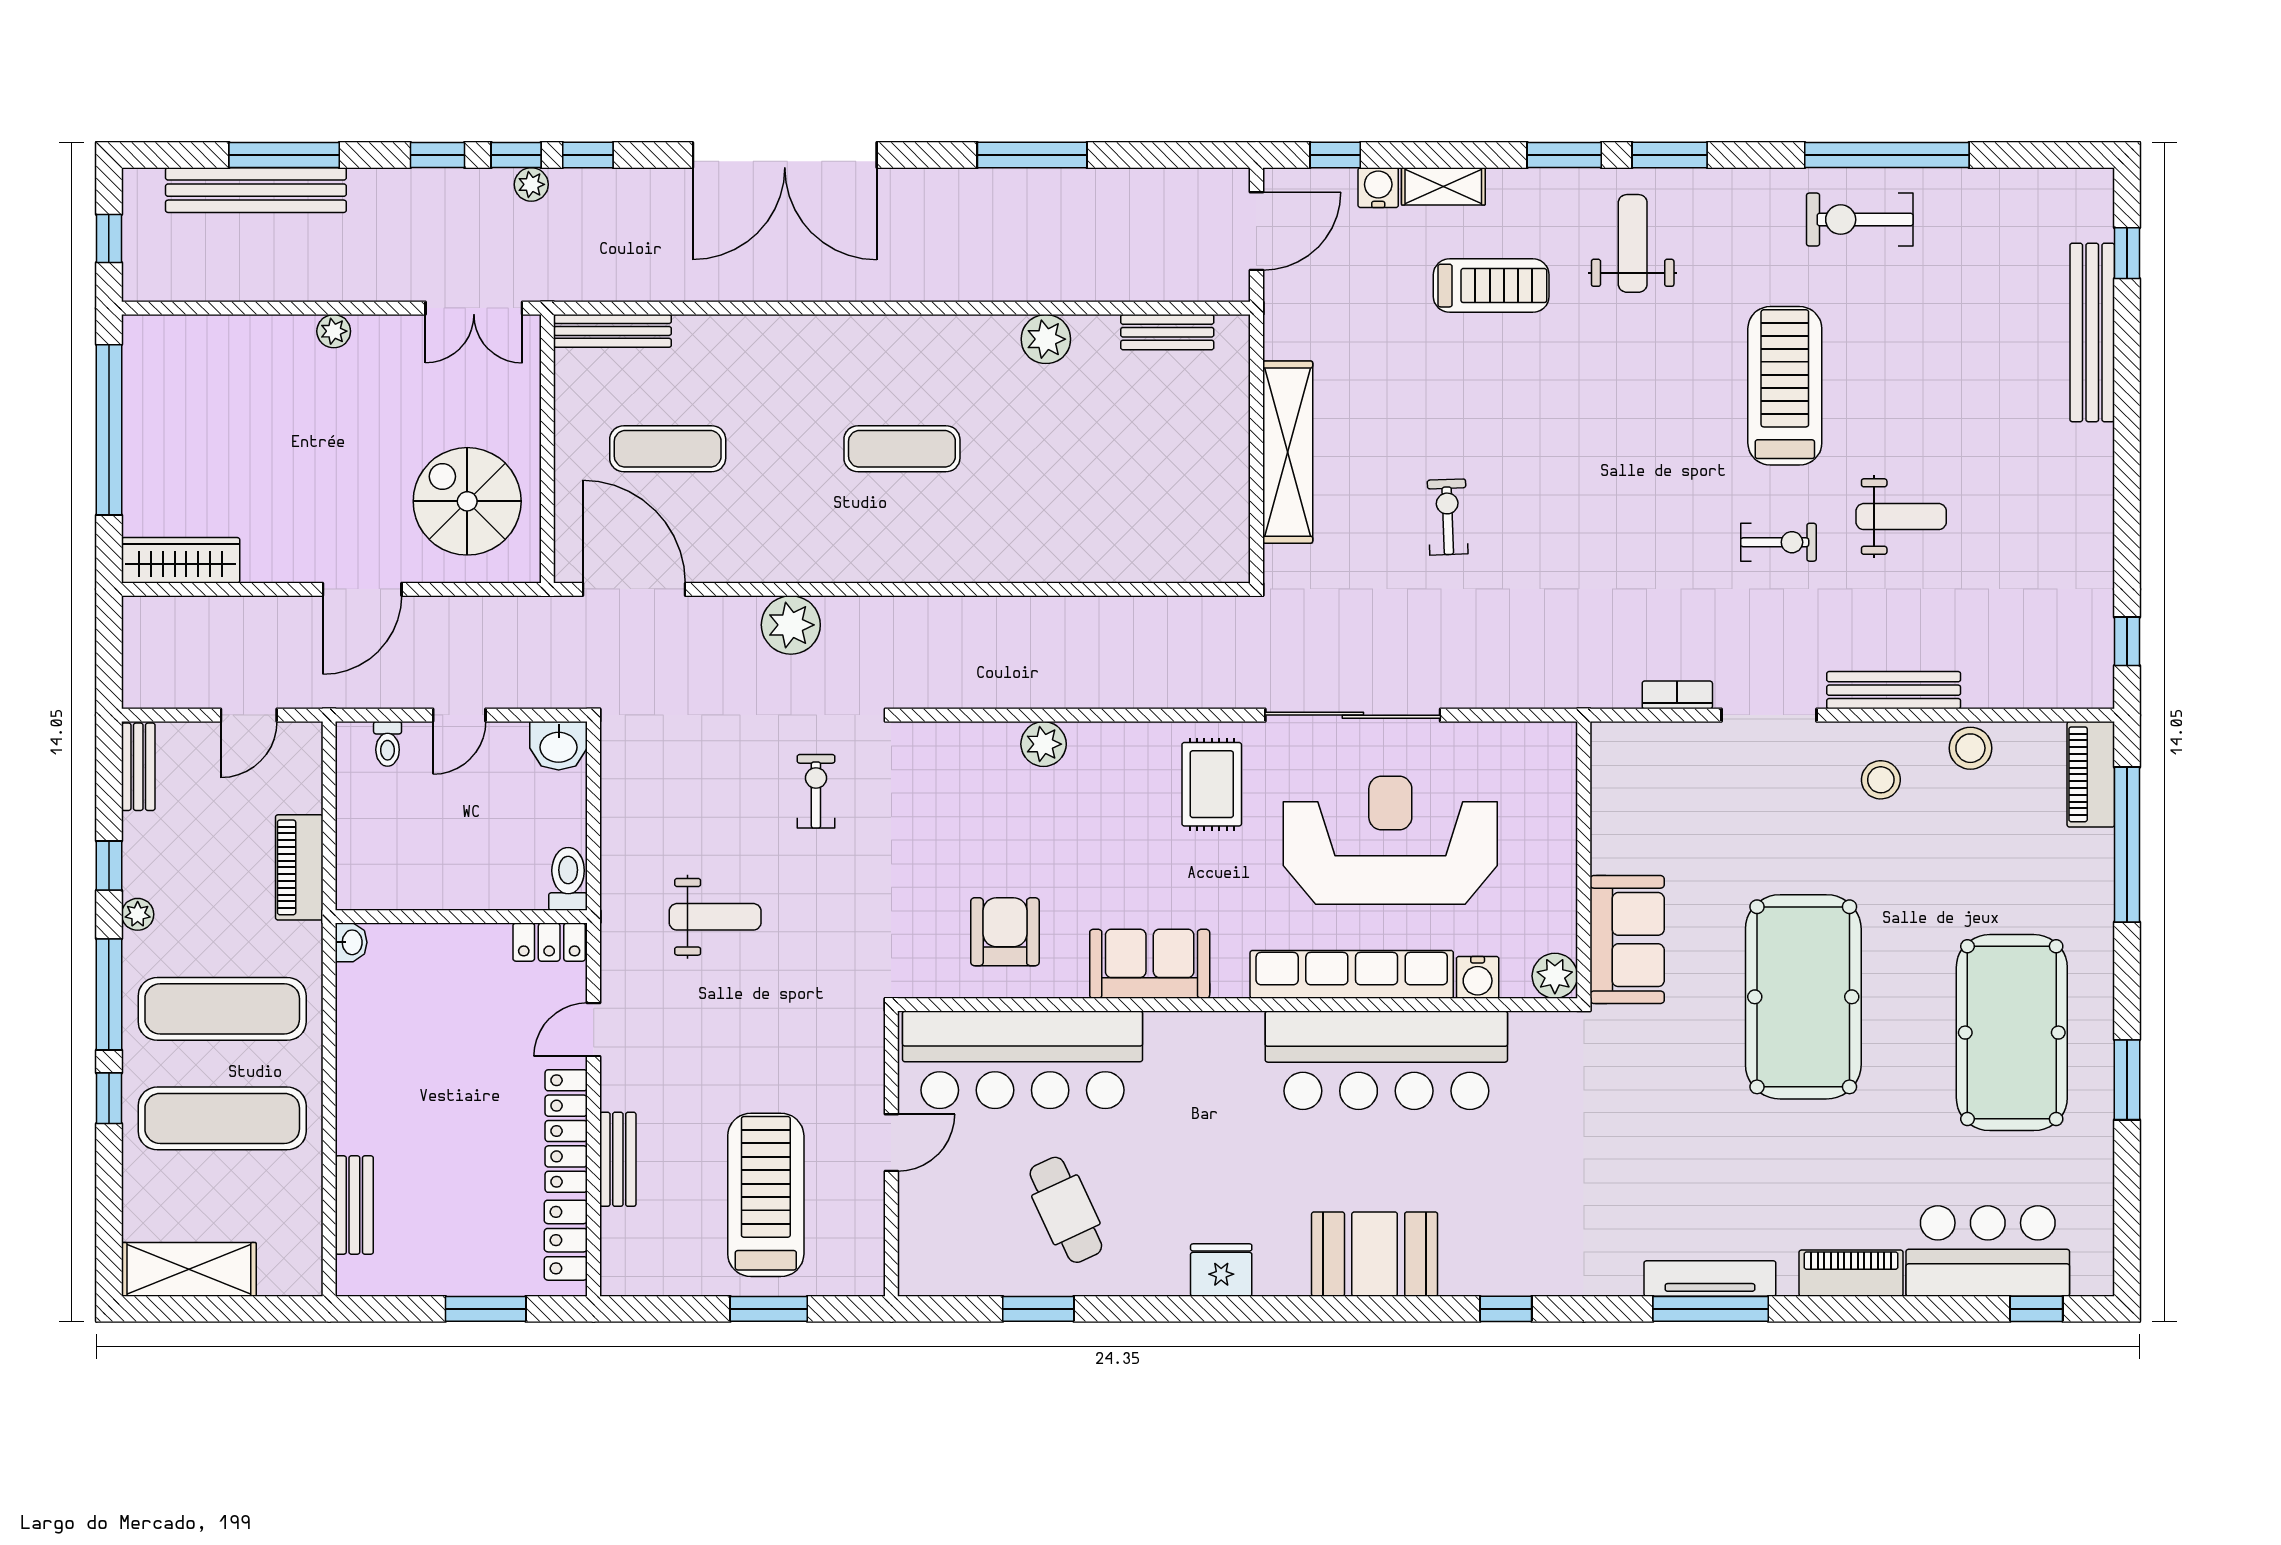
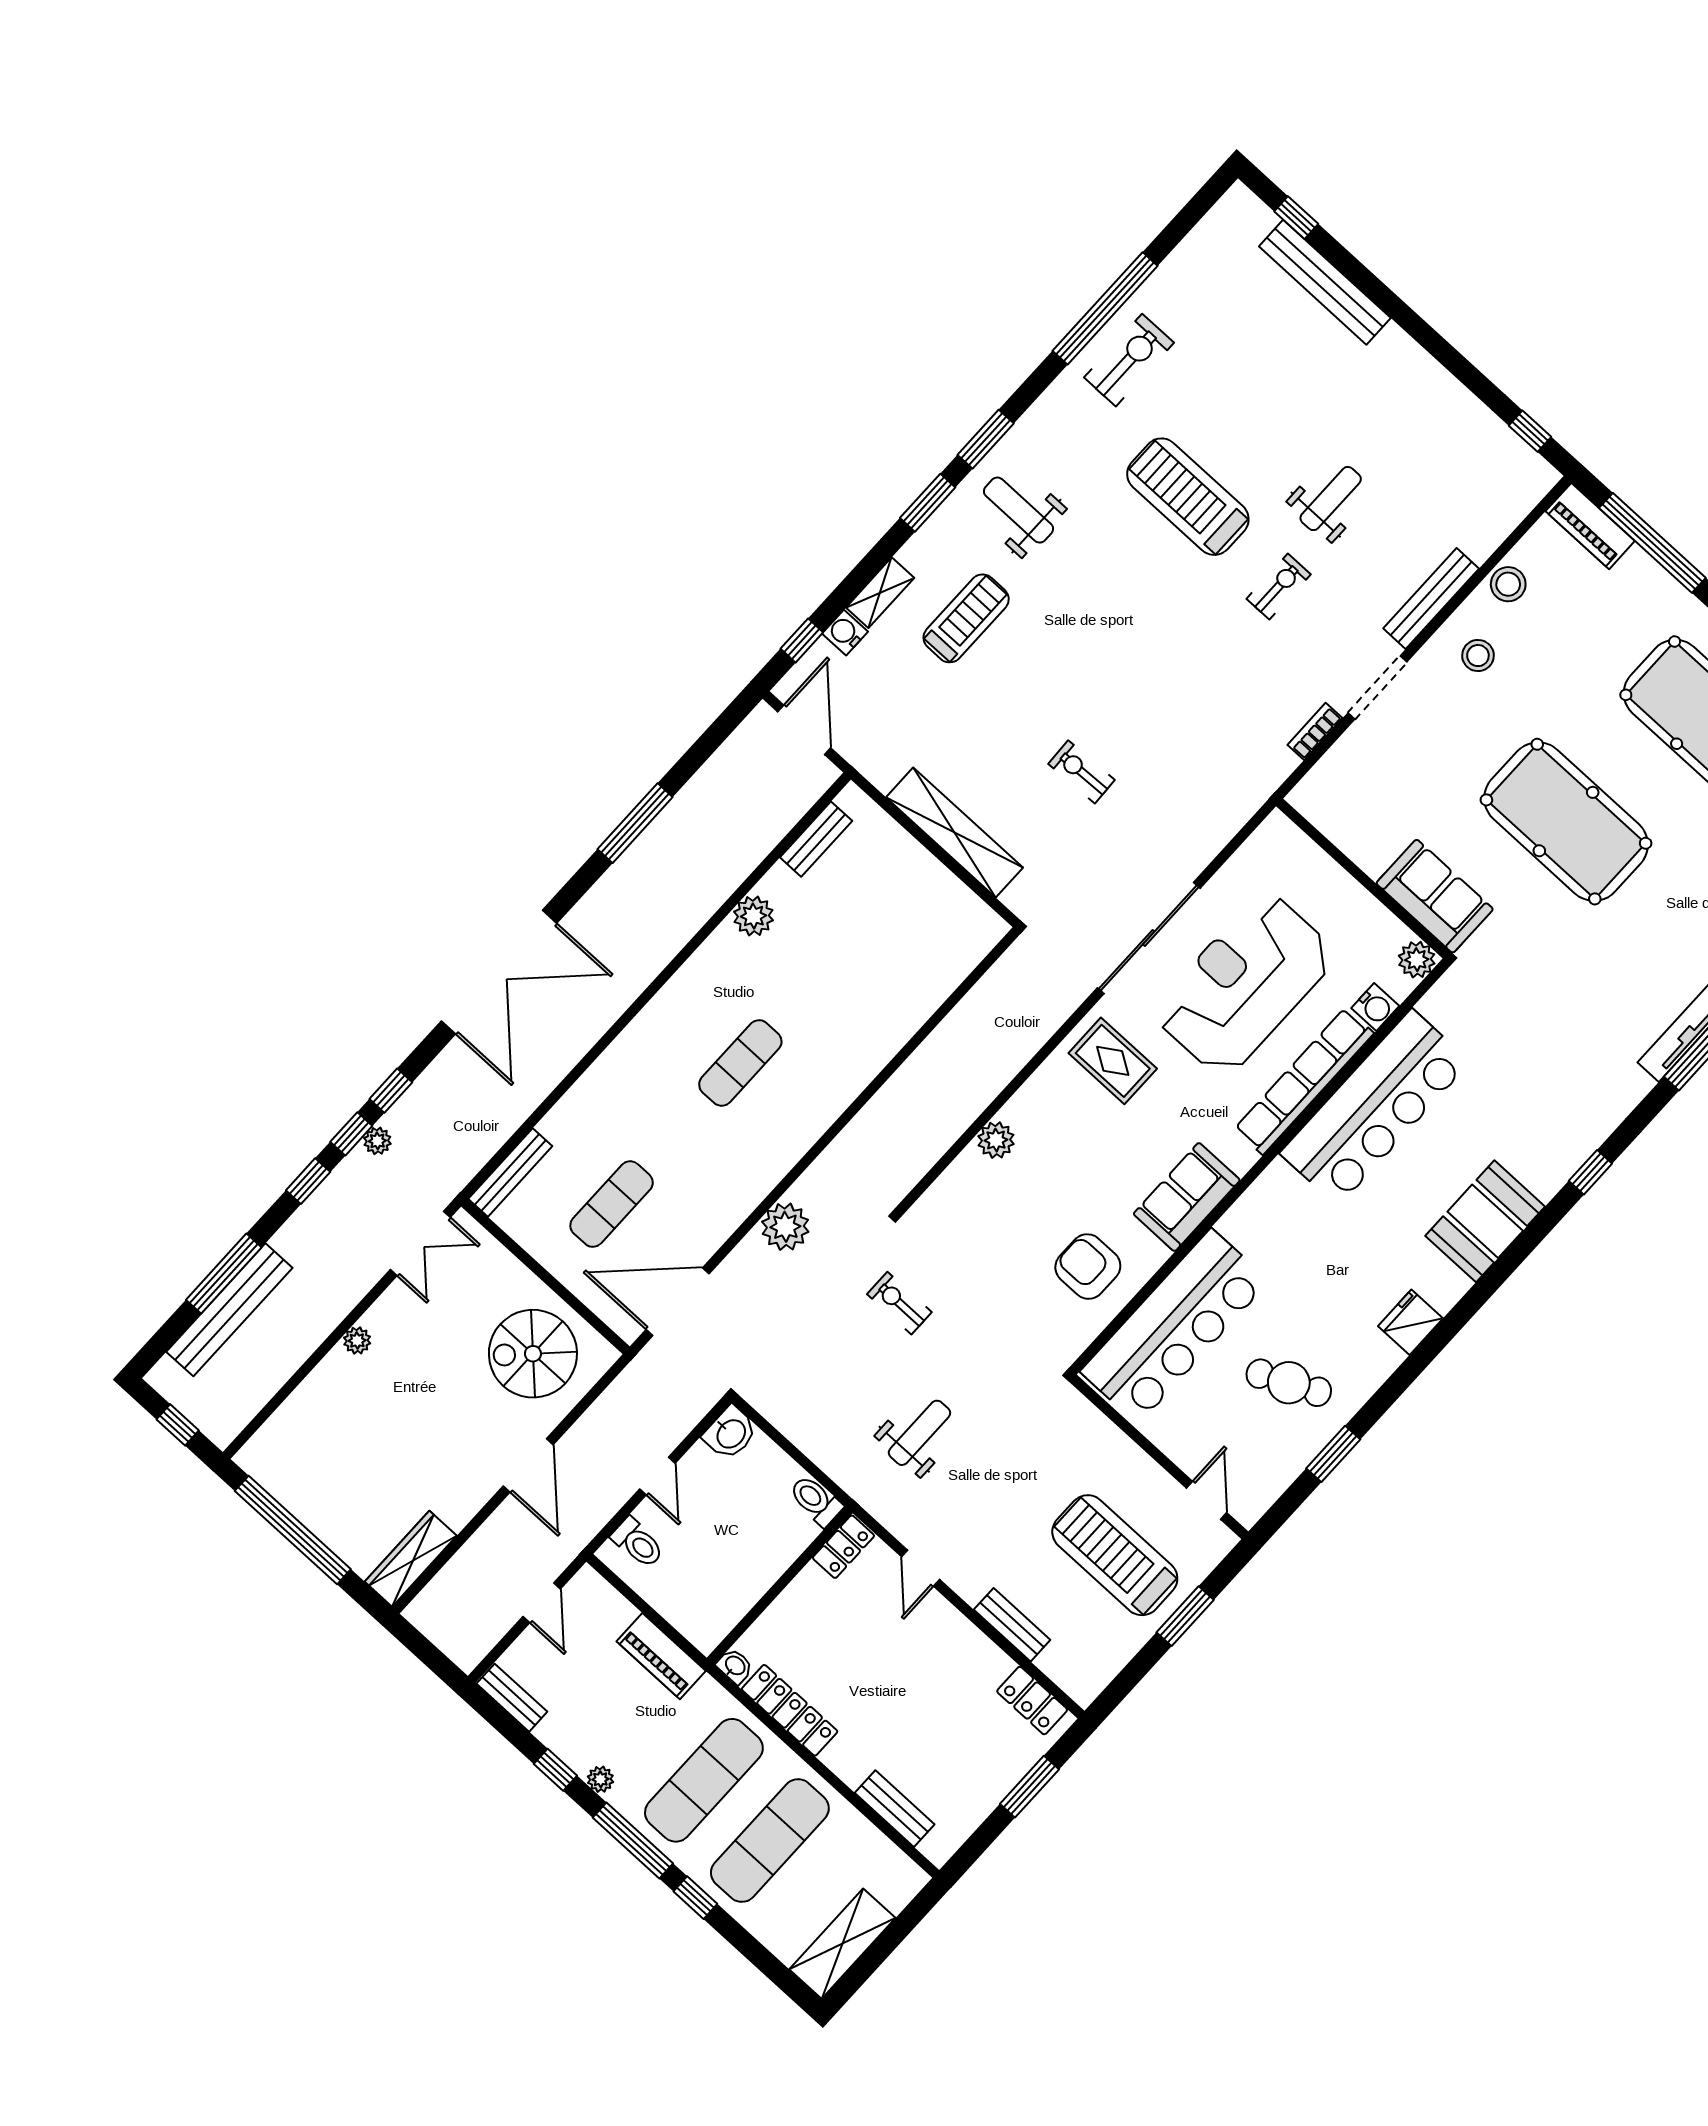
exercise bike: (1860, 220) -> (1129, 360), turned 180
toilet: (388, 744) -> (638, 1543), width x1.37, depth x1.39
locker: (566, 1131) -> (790, 1710), moved, turned 180
door: (891, 1143) -> (1207, 1500), moved

